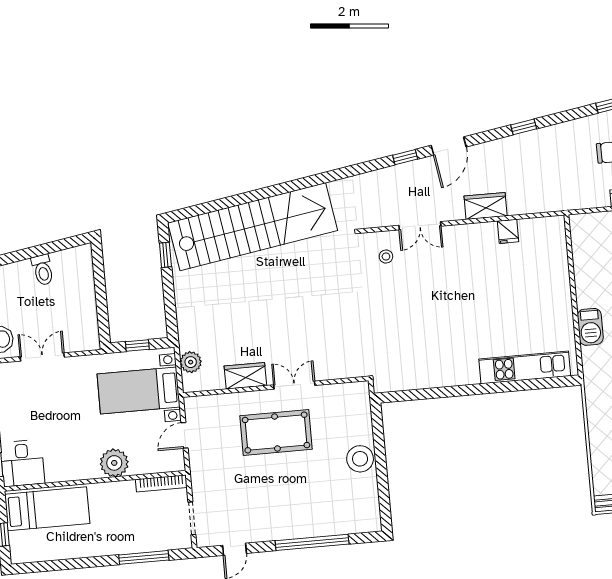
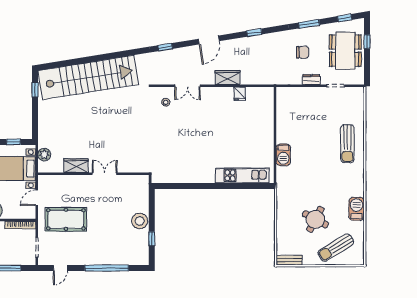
window: (405, 157) -> (165, 47), moved
pool table: (276, 433) -> (66, 219), moved
window: (383, 487) -> (152, 239), added

